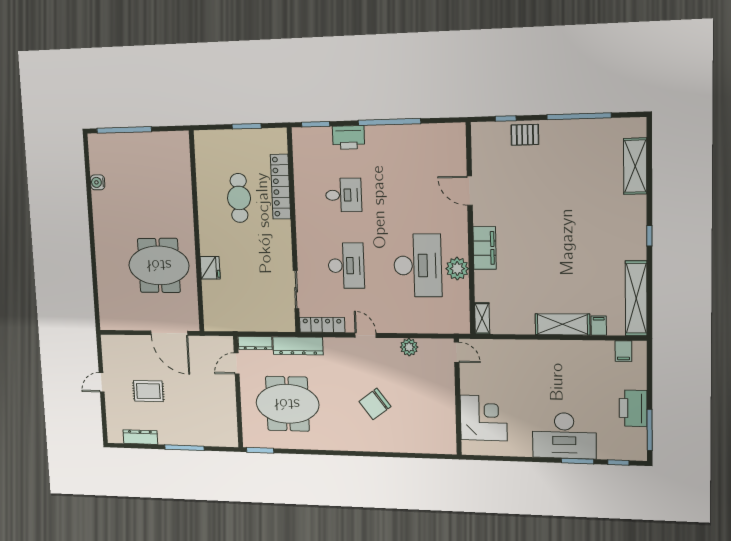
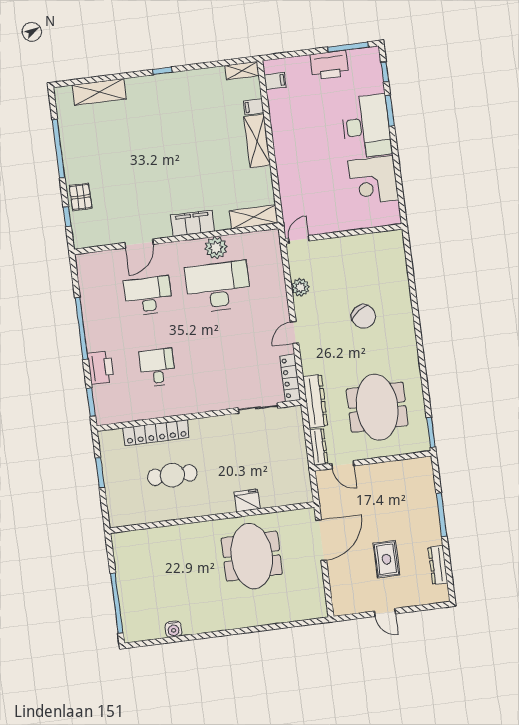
desk: (346, 266) -> (148, 296), moved
shelving: (636, 298) -> (242, 71), width x0.45, depth x0.75
shelving: (482, 318) -> (254, 217), width x1.50, depth x1.33
corner desk: (484, 418) -> (373, 180), moved, turned -90

